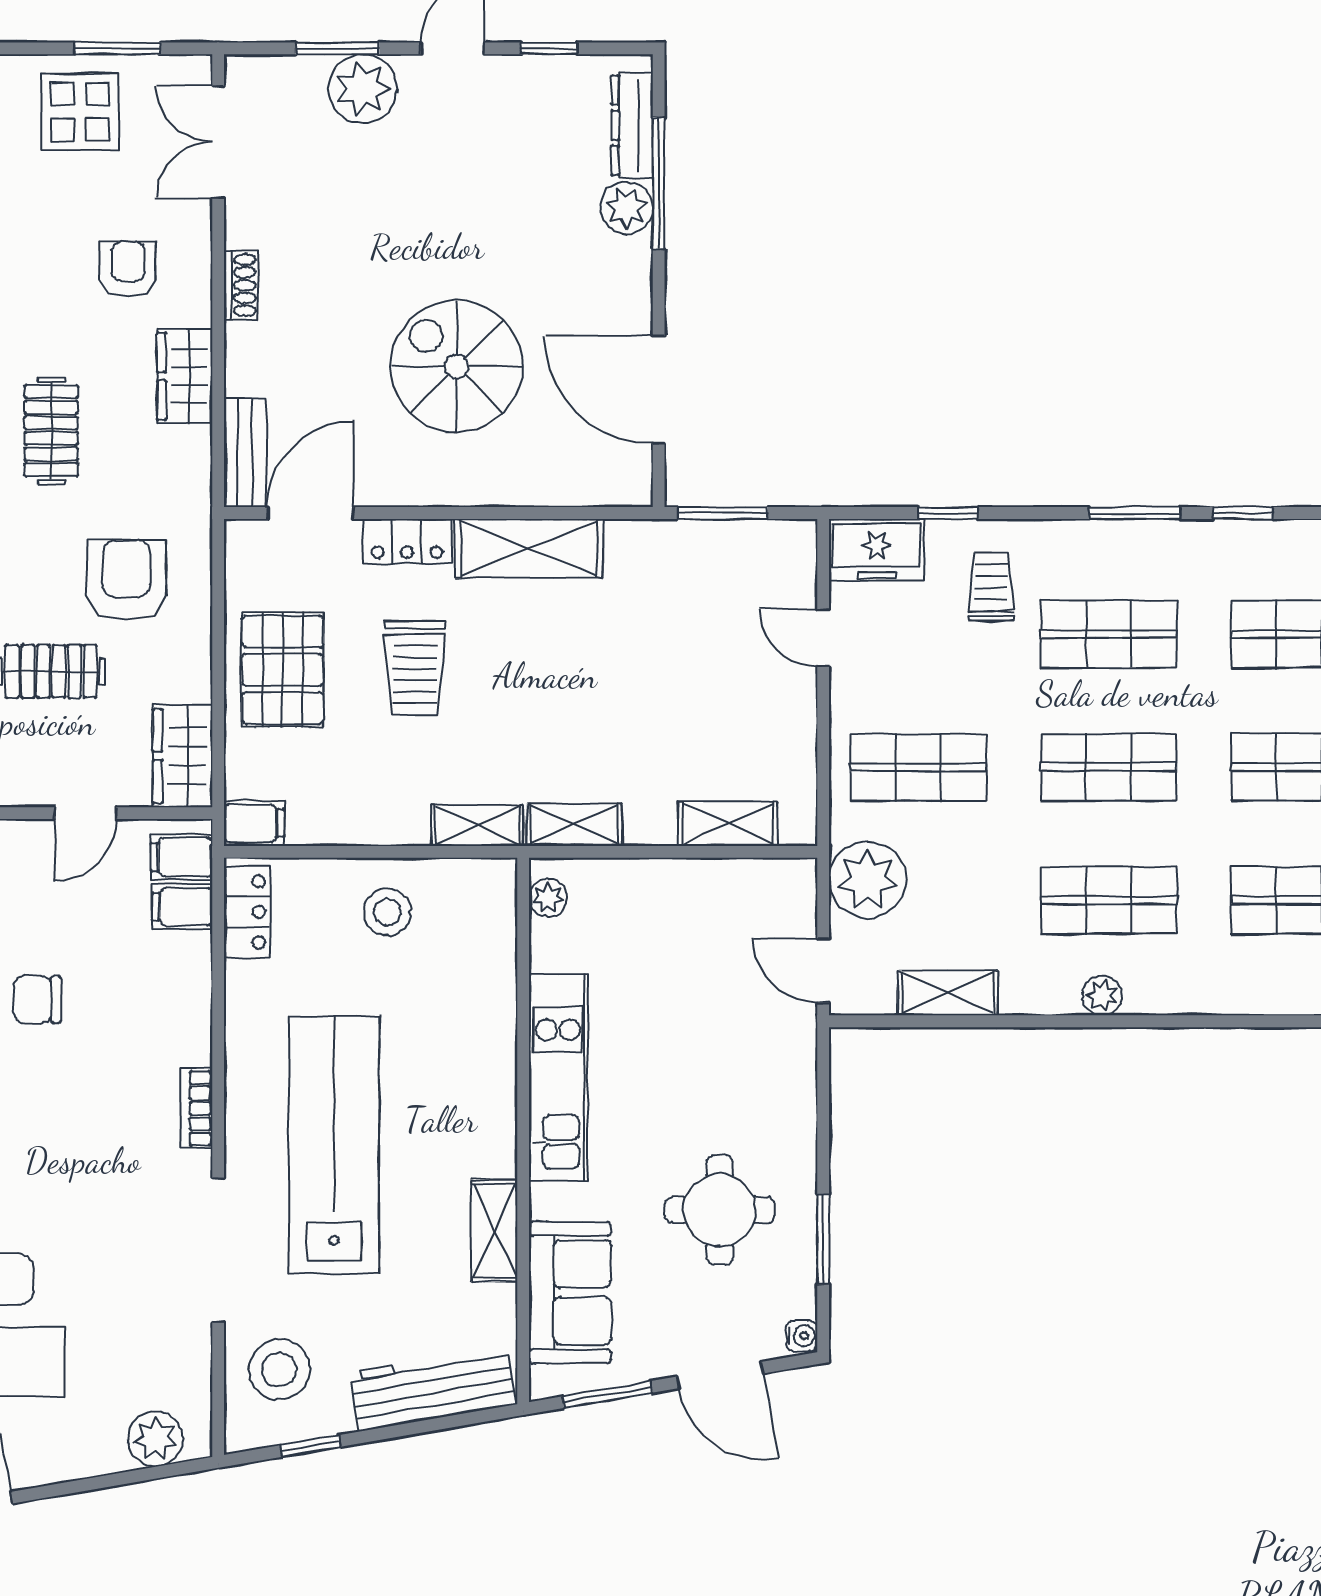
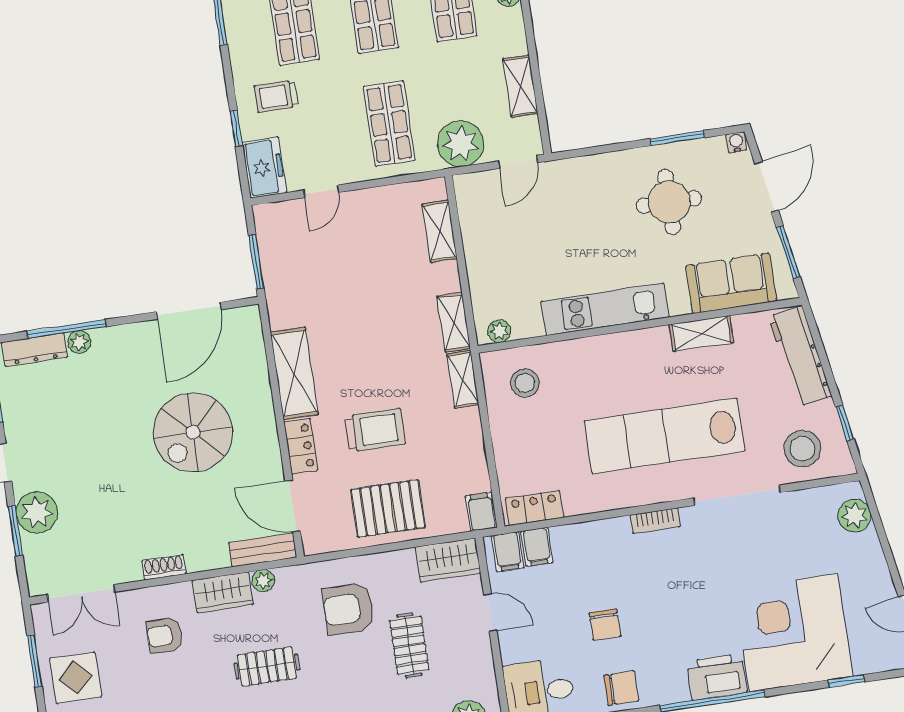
plant: (627, 208) -> (79, 342), width x0.73, depth x0.73
plant: (194, 446) -> (263, 581), added
stool: (388, 912) -> (525, 383), moved

